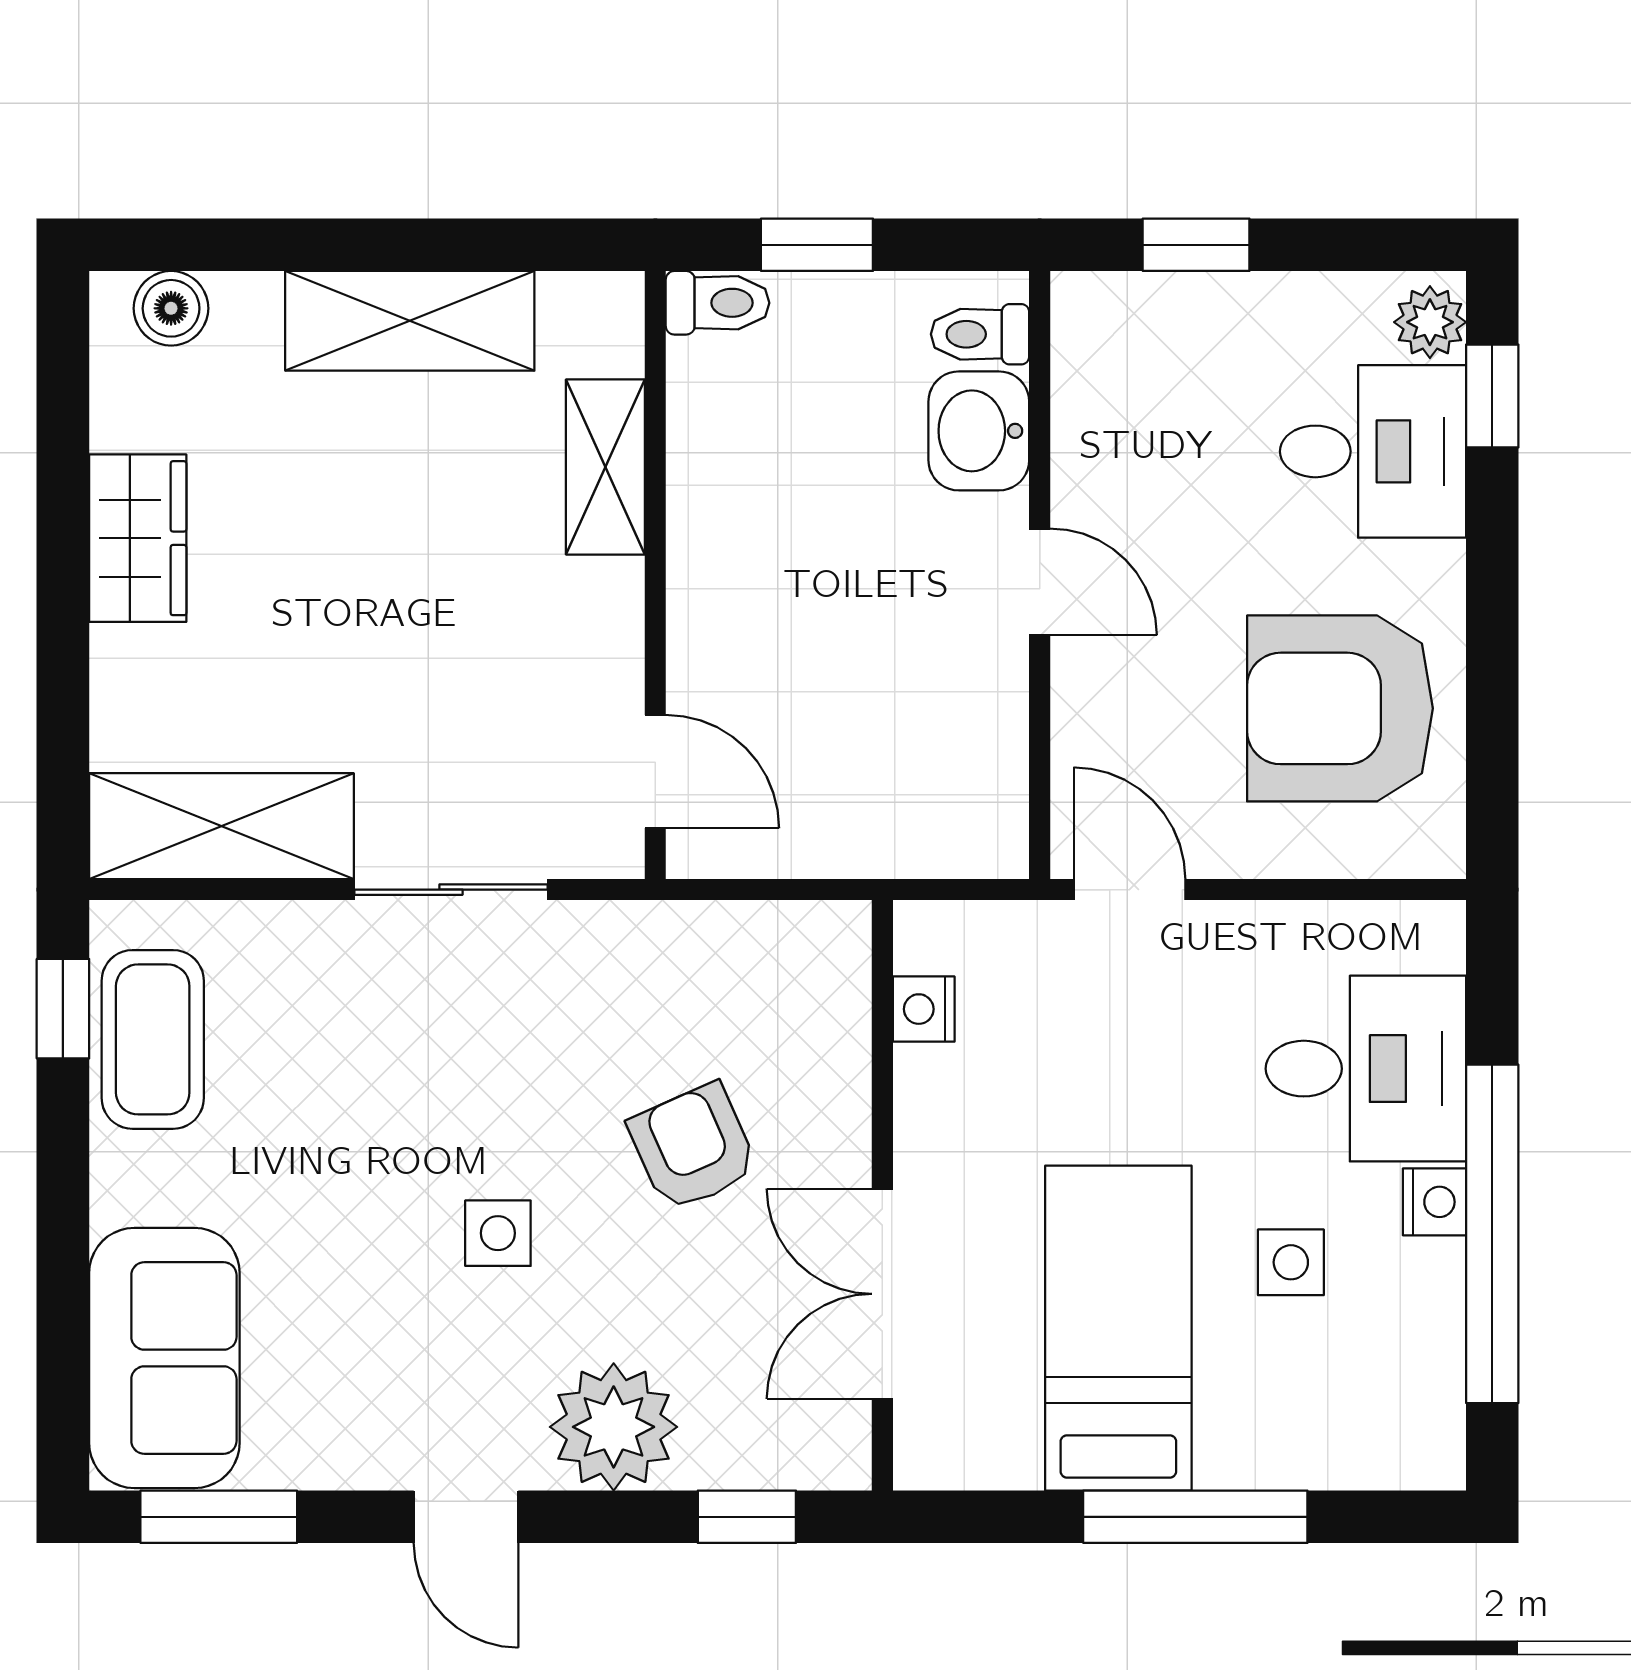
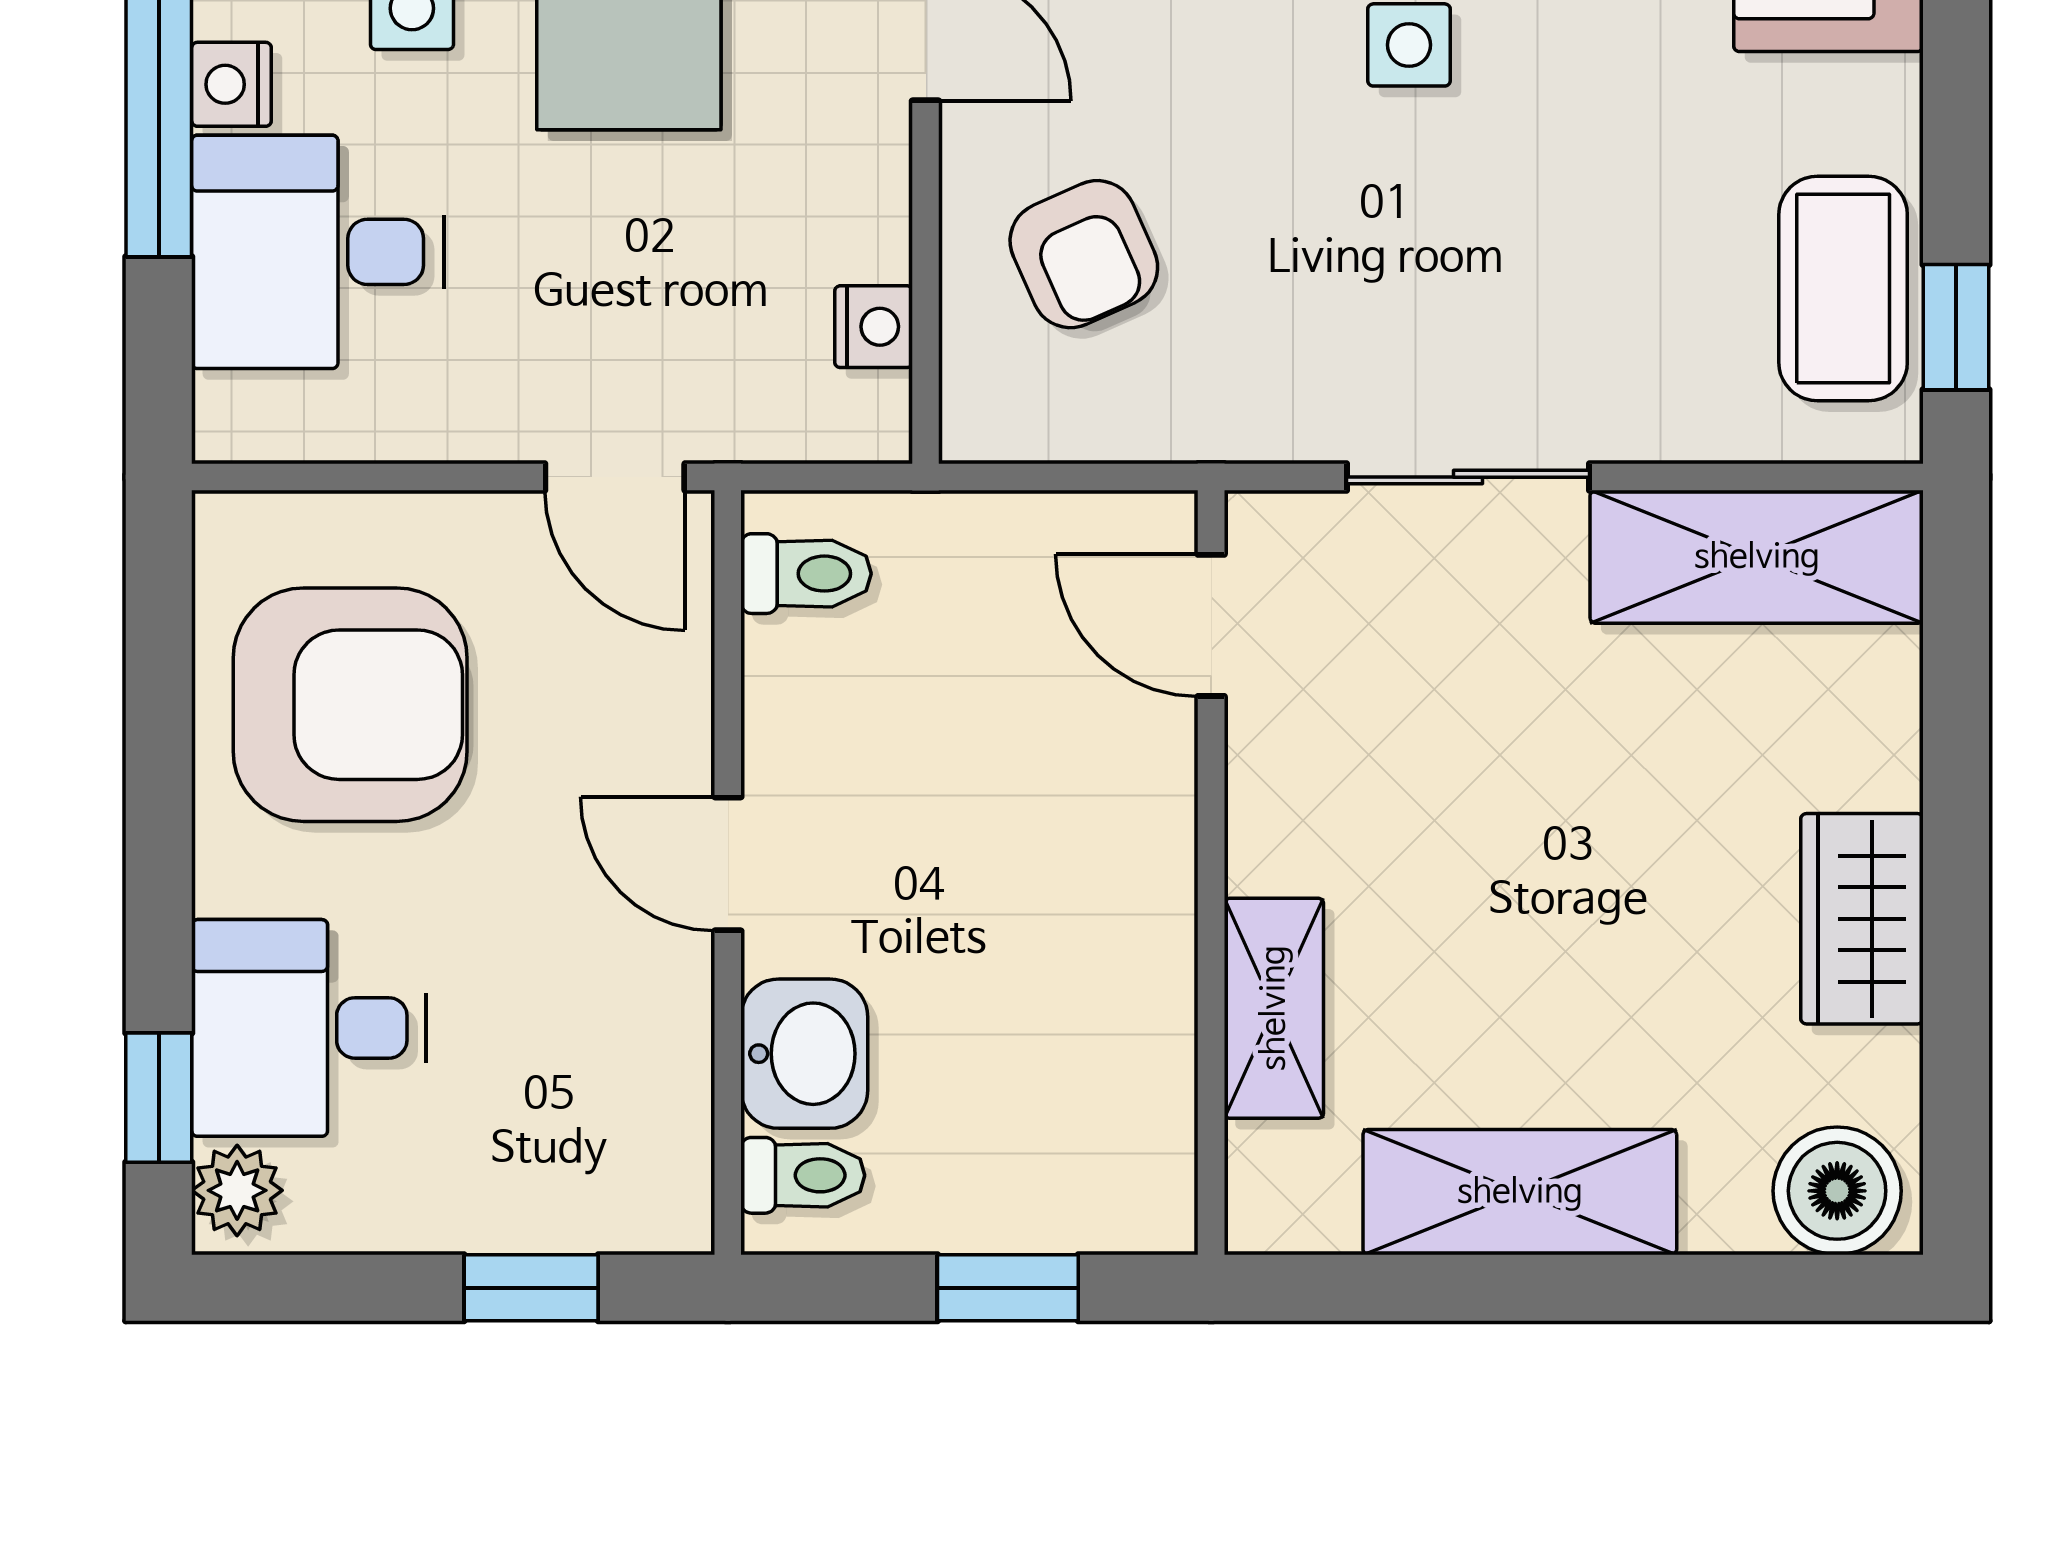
toilet: (718, 303) -> (806, 574), moved, turned 180
boiler: (171, 308) -> (1837, 1191), width x1.36, depth x1.36
armchair: (693, 1147) -> (1084, 254), moved

